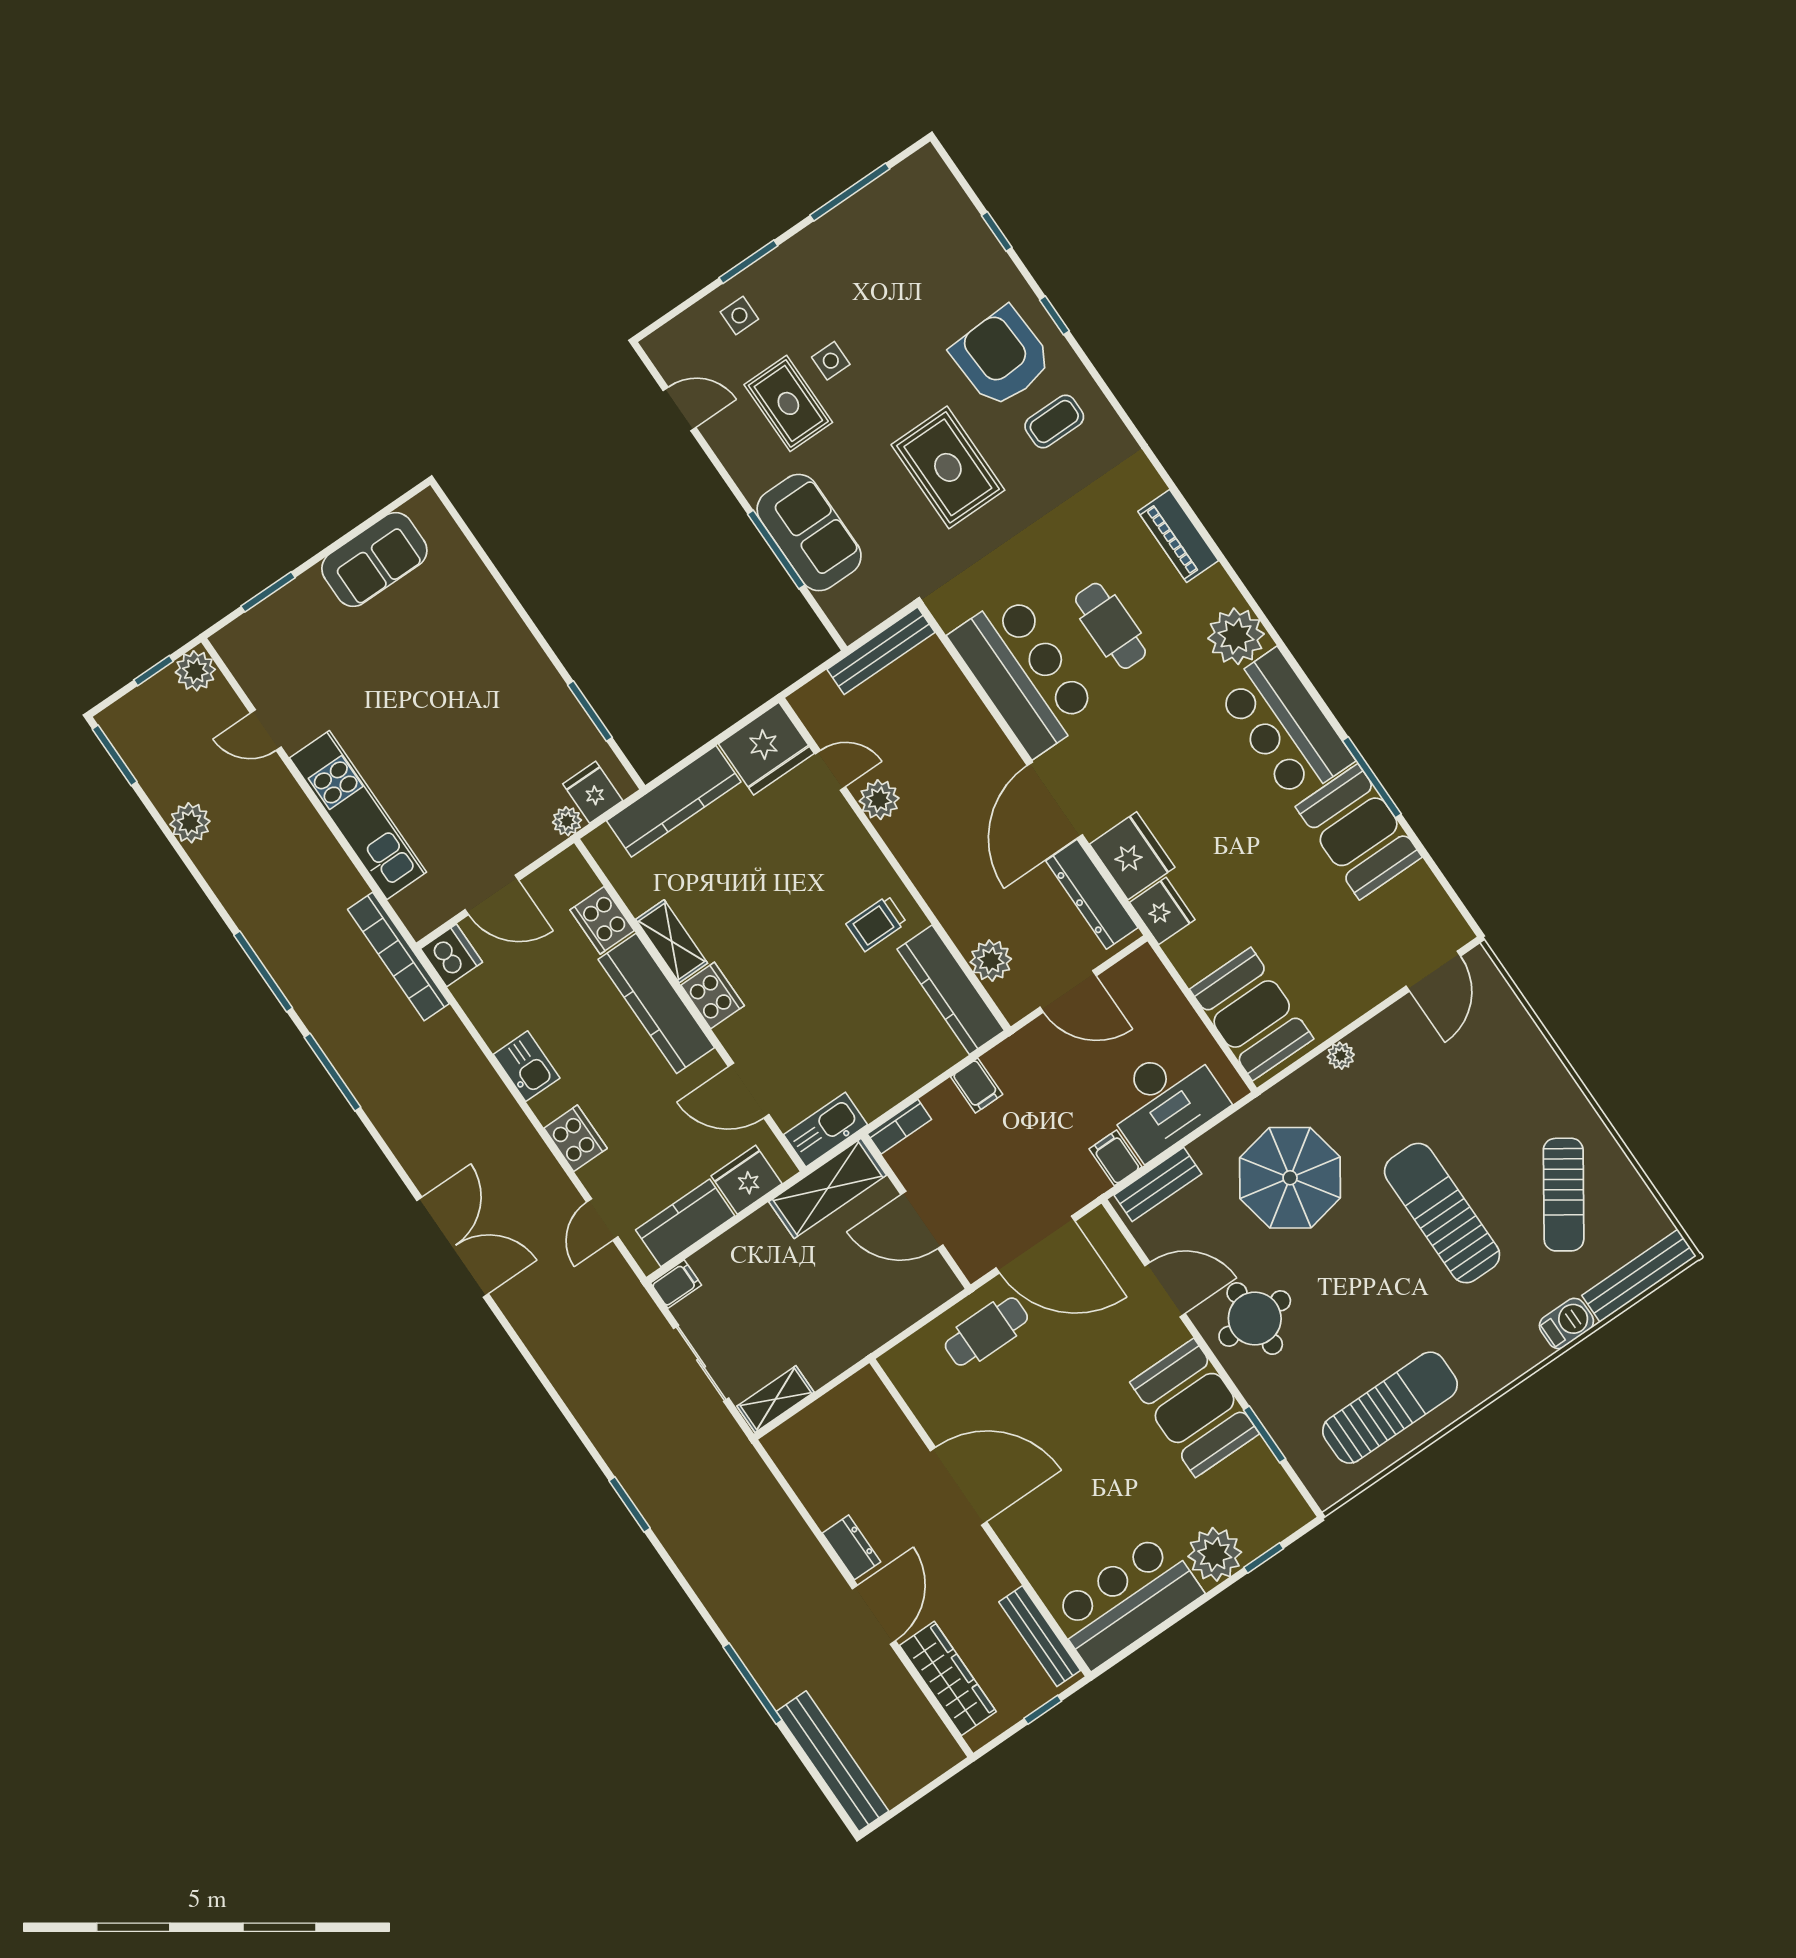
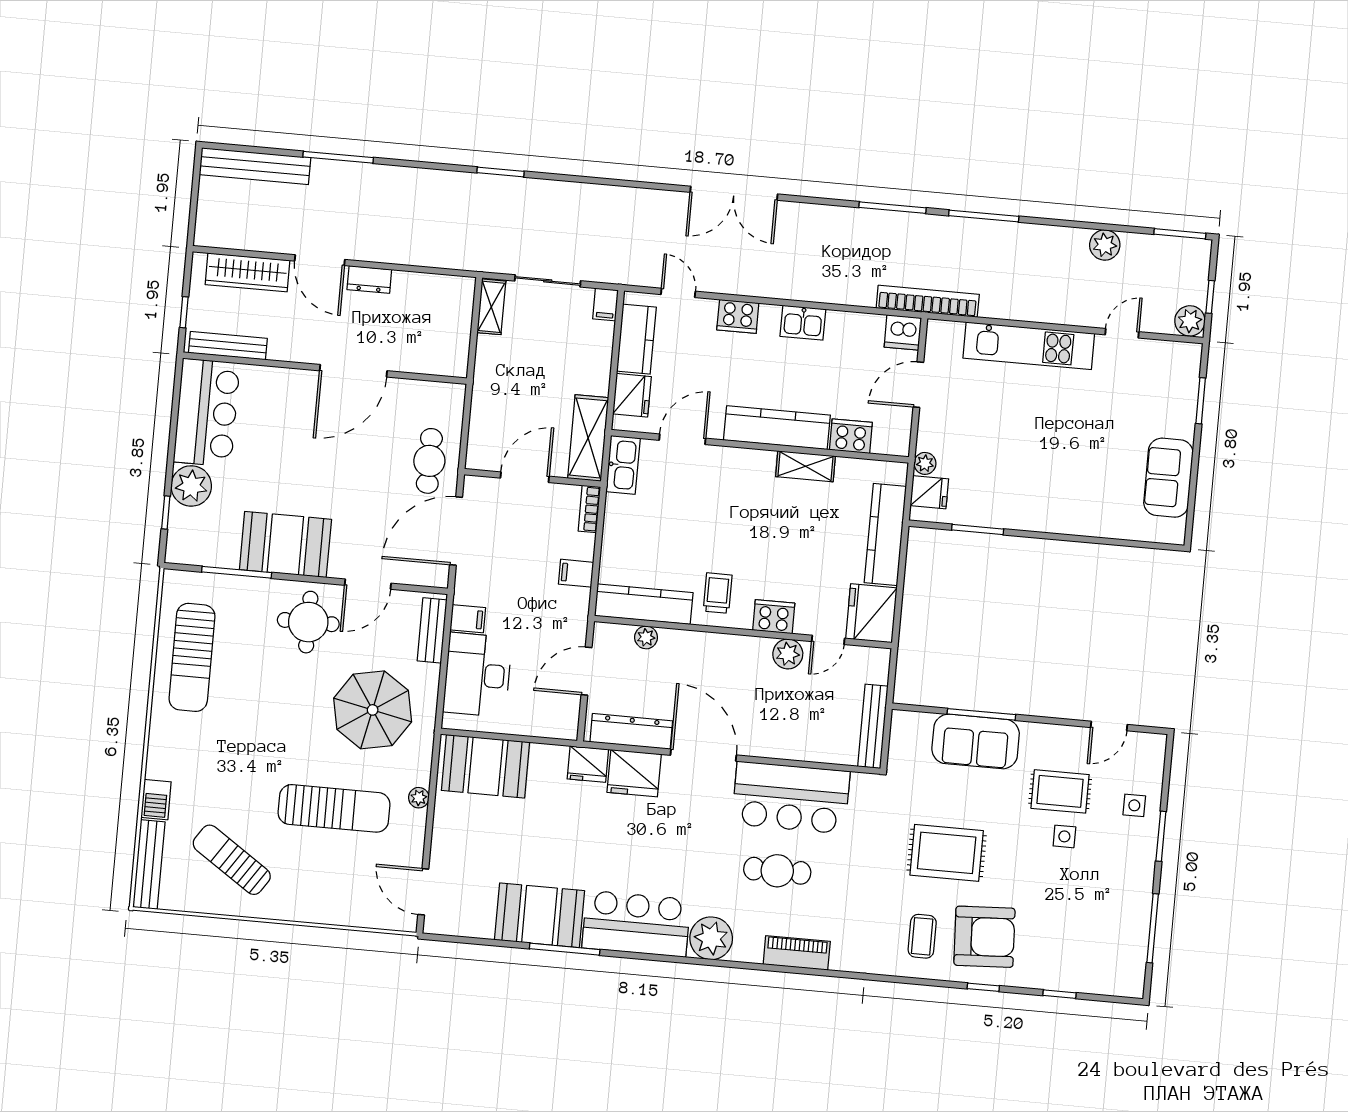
plant: (991, 961) -> (646, 637), width x0.73, depth x0.73
cooker: (713, 995) -> (774, 617), moved, turned 180
sun lounger: (1442, 1213) -> (334, 808), moved
window: (1265, 1434) -> (237, 572), width x1.44

